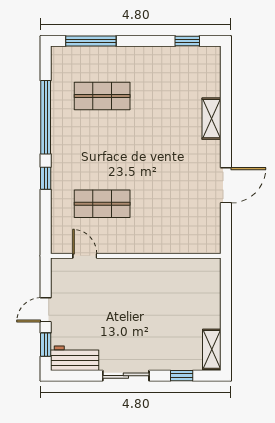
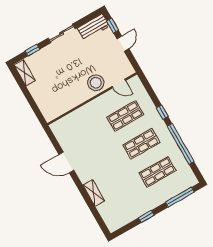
window: (187, 41) -> (146, 217), moved
shop shelf: (102, 150) -> (141, 144), added
door: (226, 185) -> (66, 162), hinge flipped
stool: (117, 276) -> (96, 83), added

